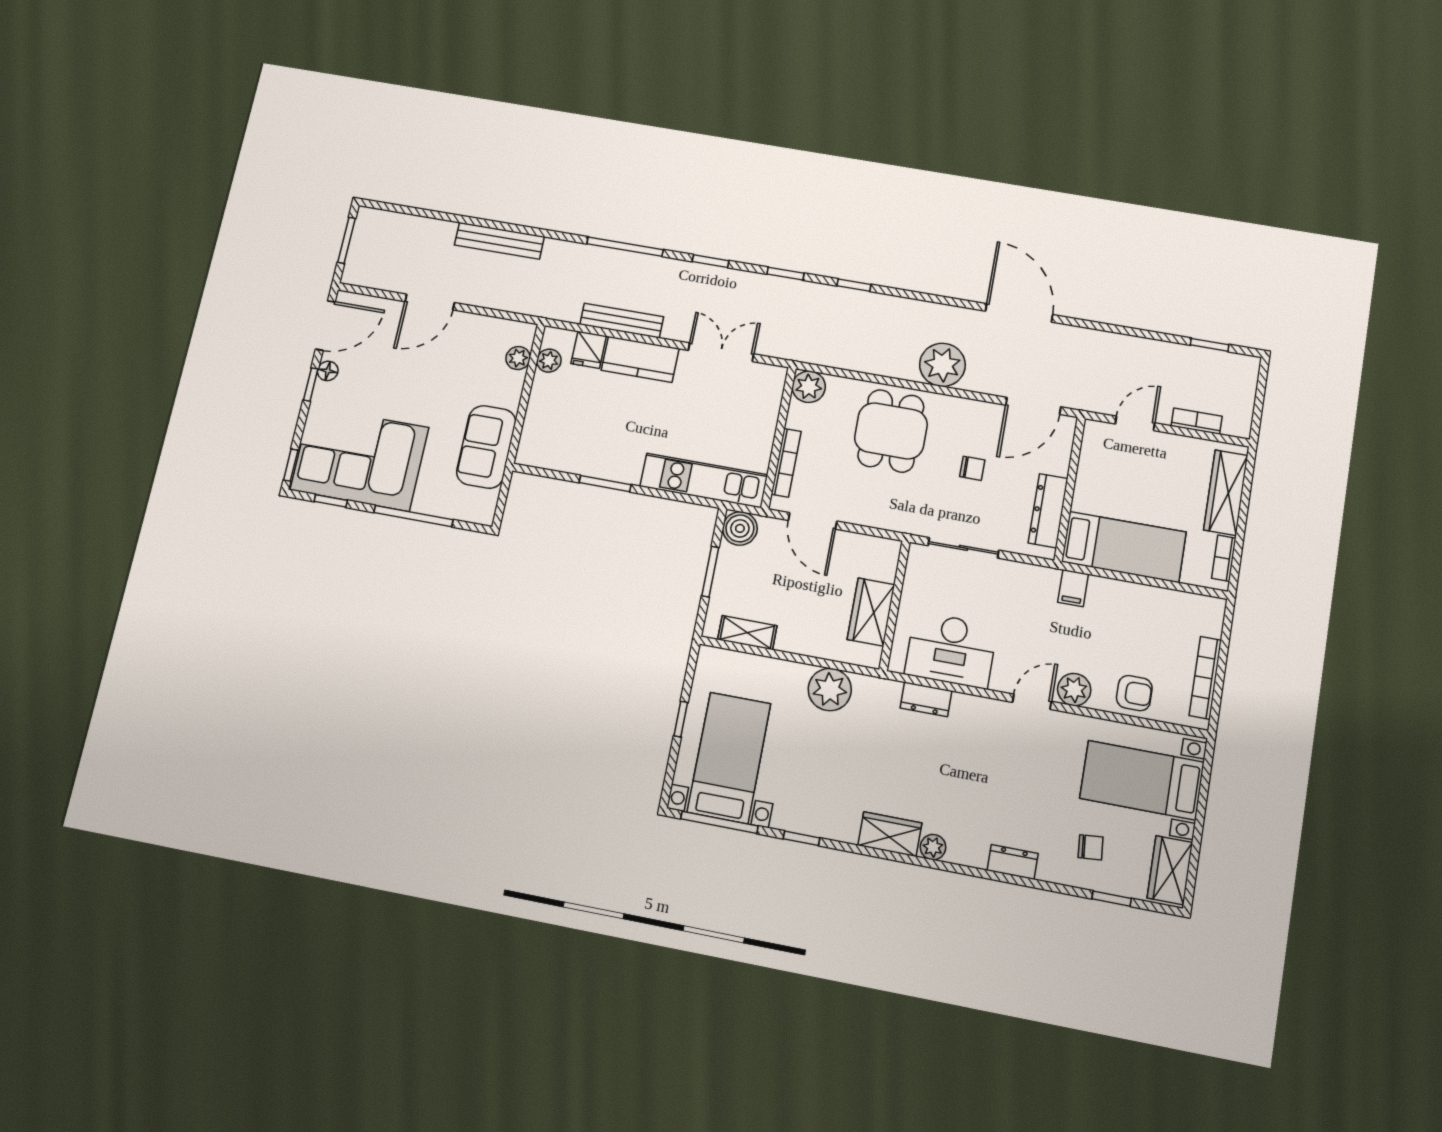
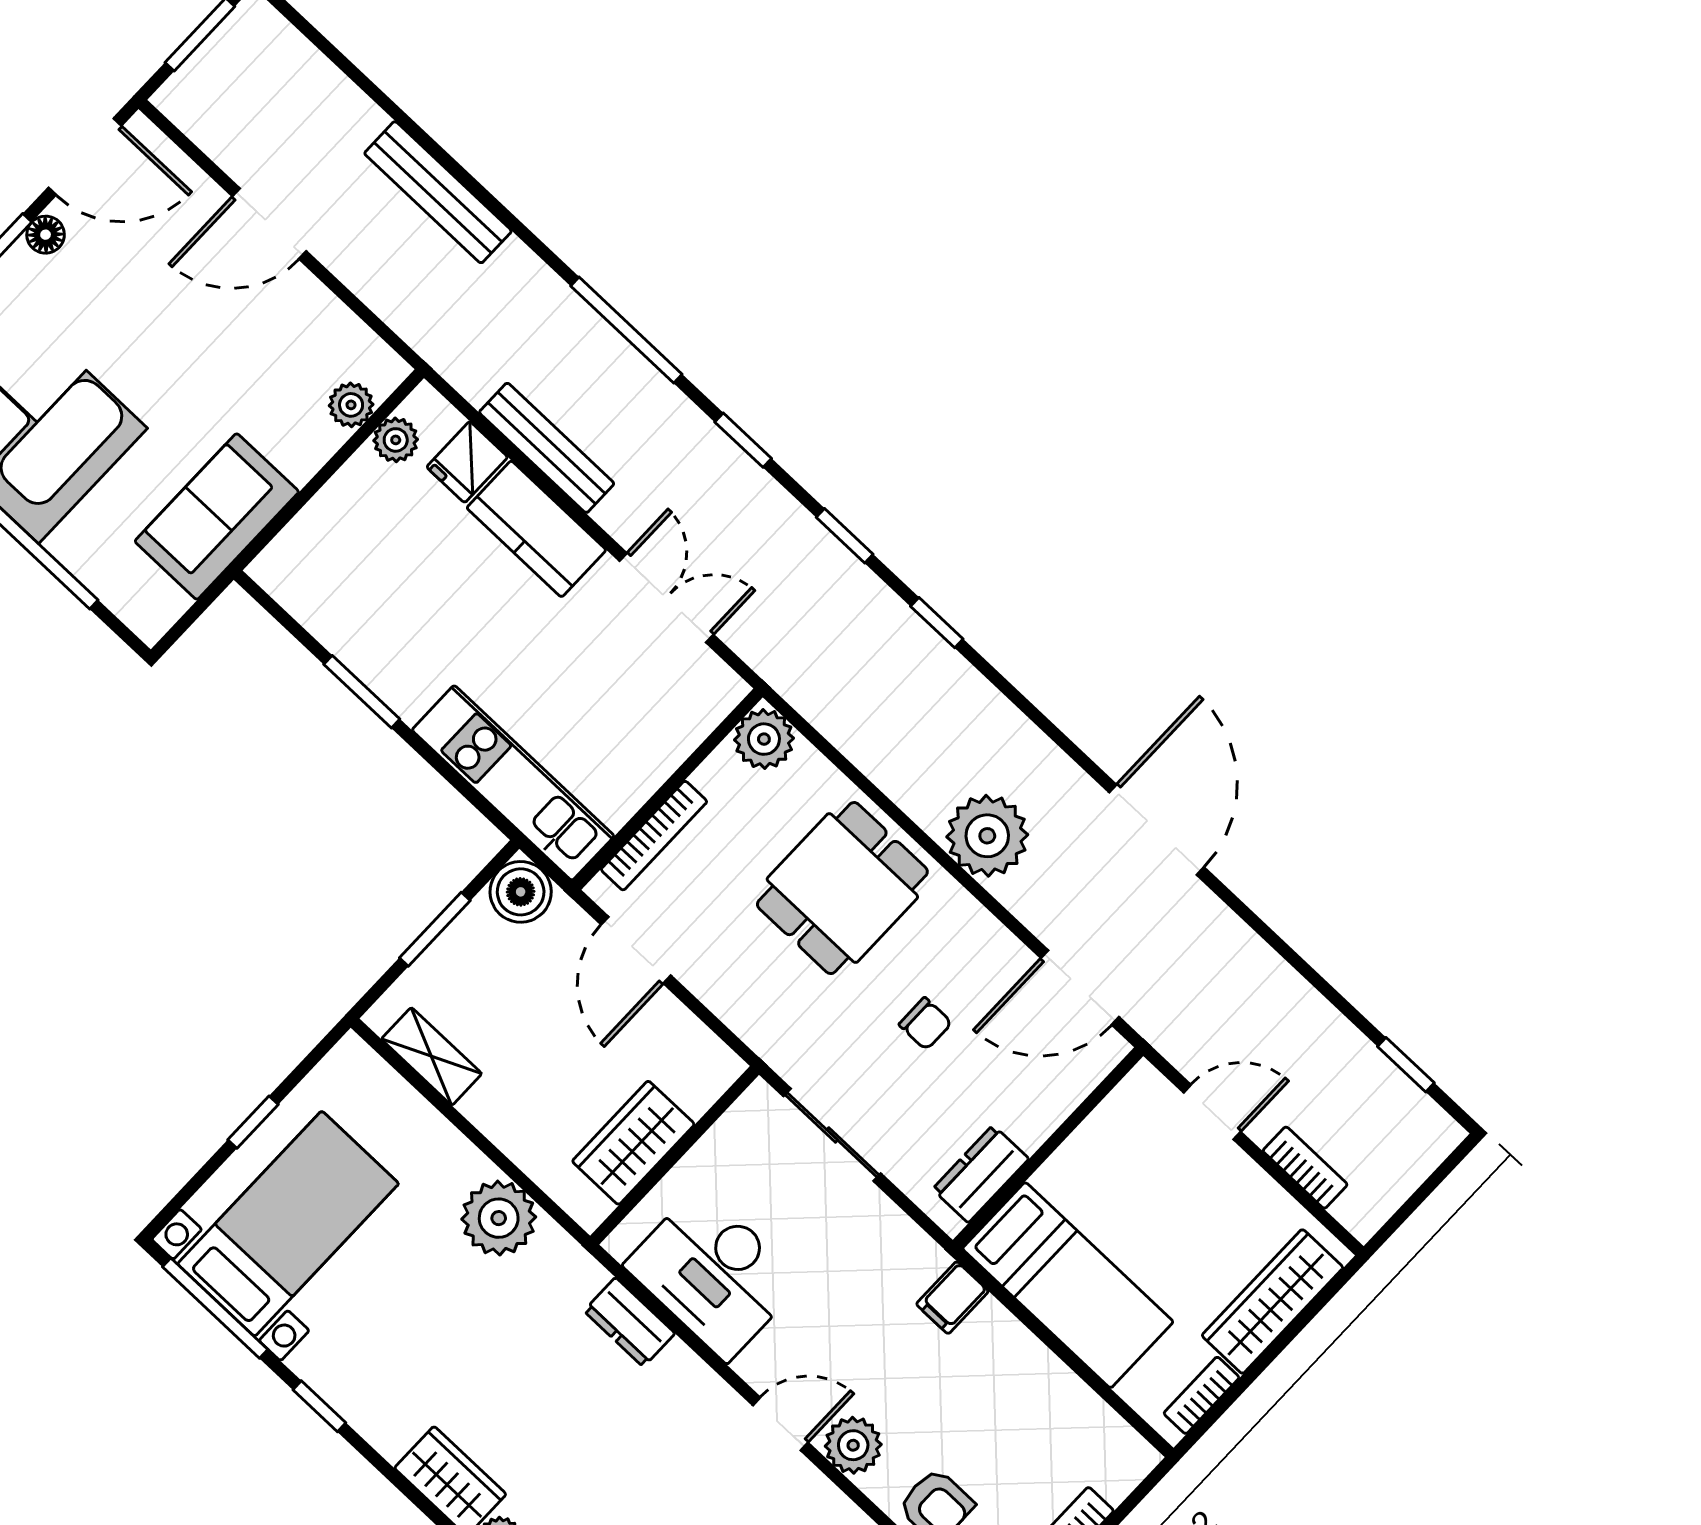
dresser: (1048, 511) -> (981, 1174), width x0.70

